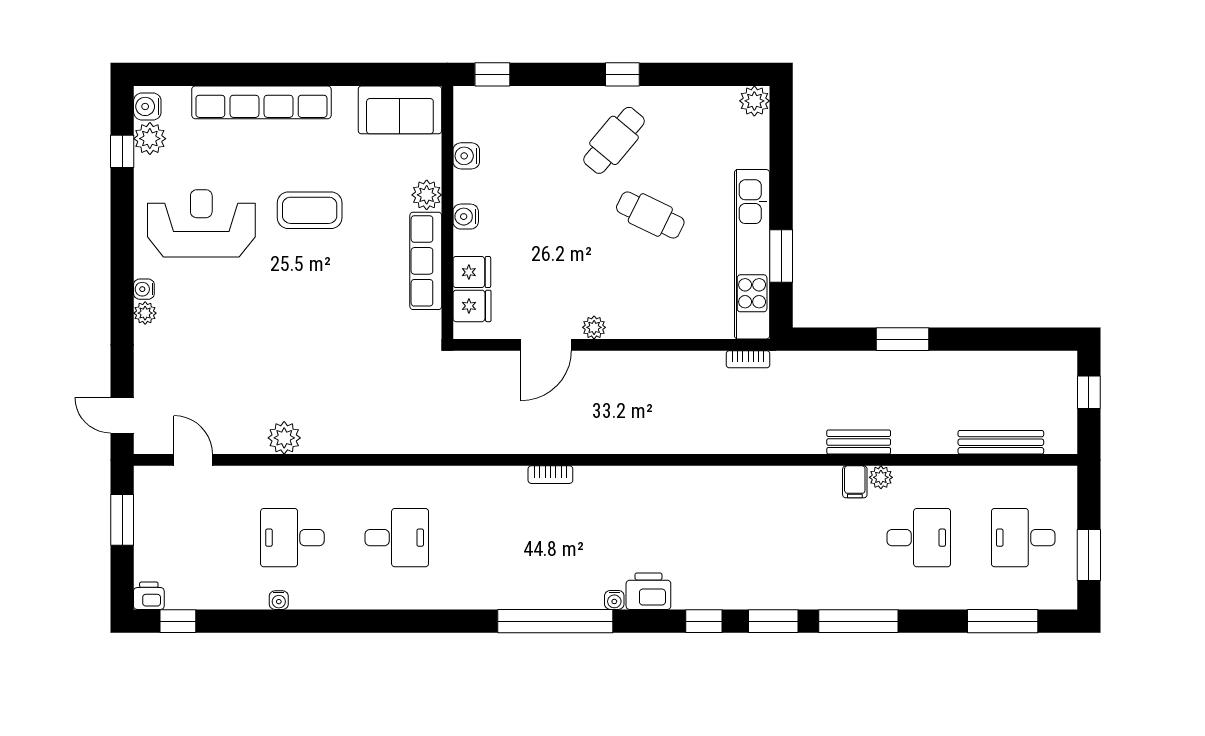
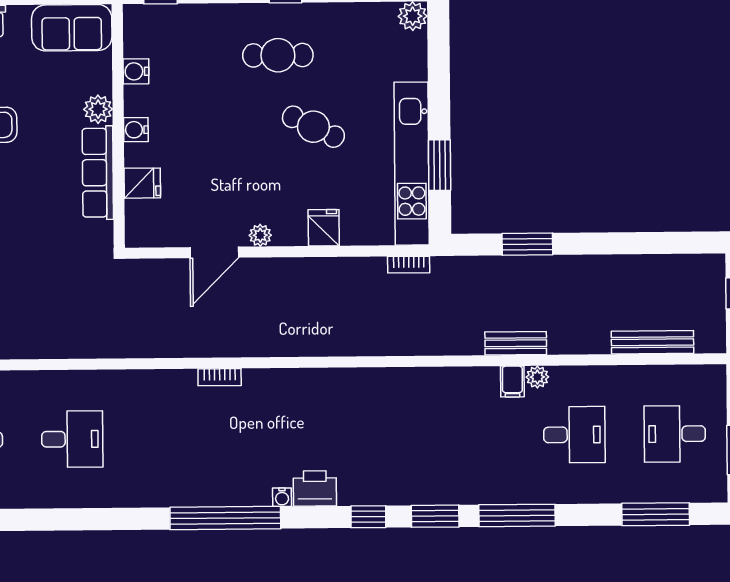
cafe table: (614, 140) -> (278, 55), turned 50
fridge: (472, 306) -> (324, 228), moved, turned -90
window: (903, 339) -> (527, 244), moved

